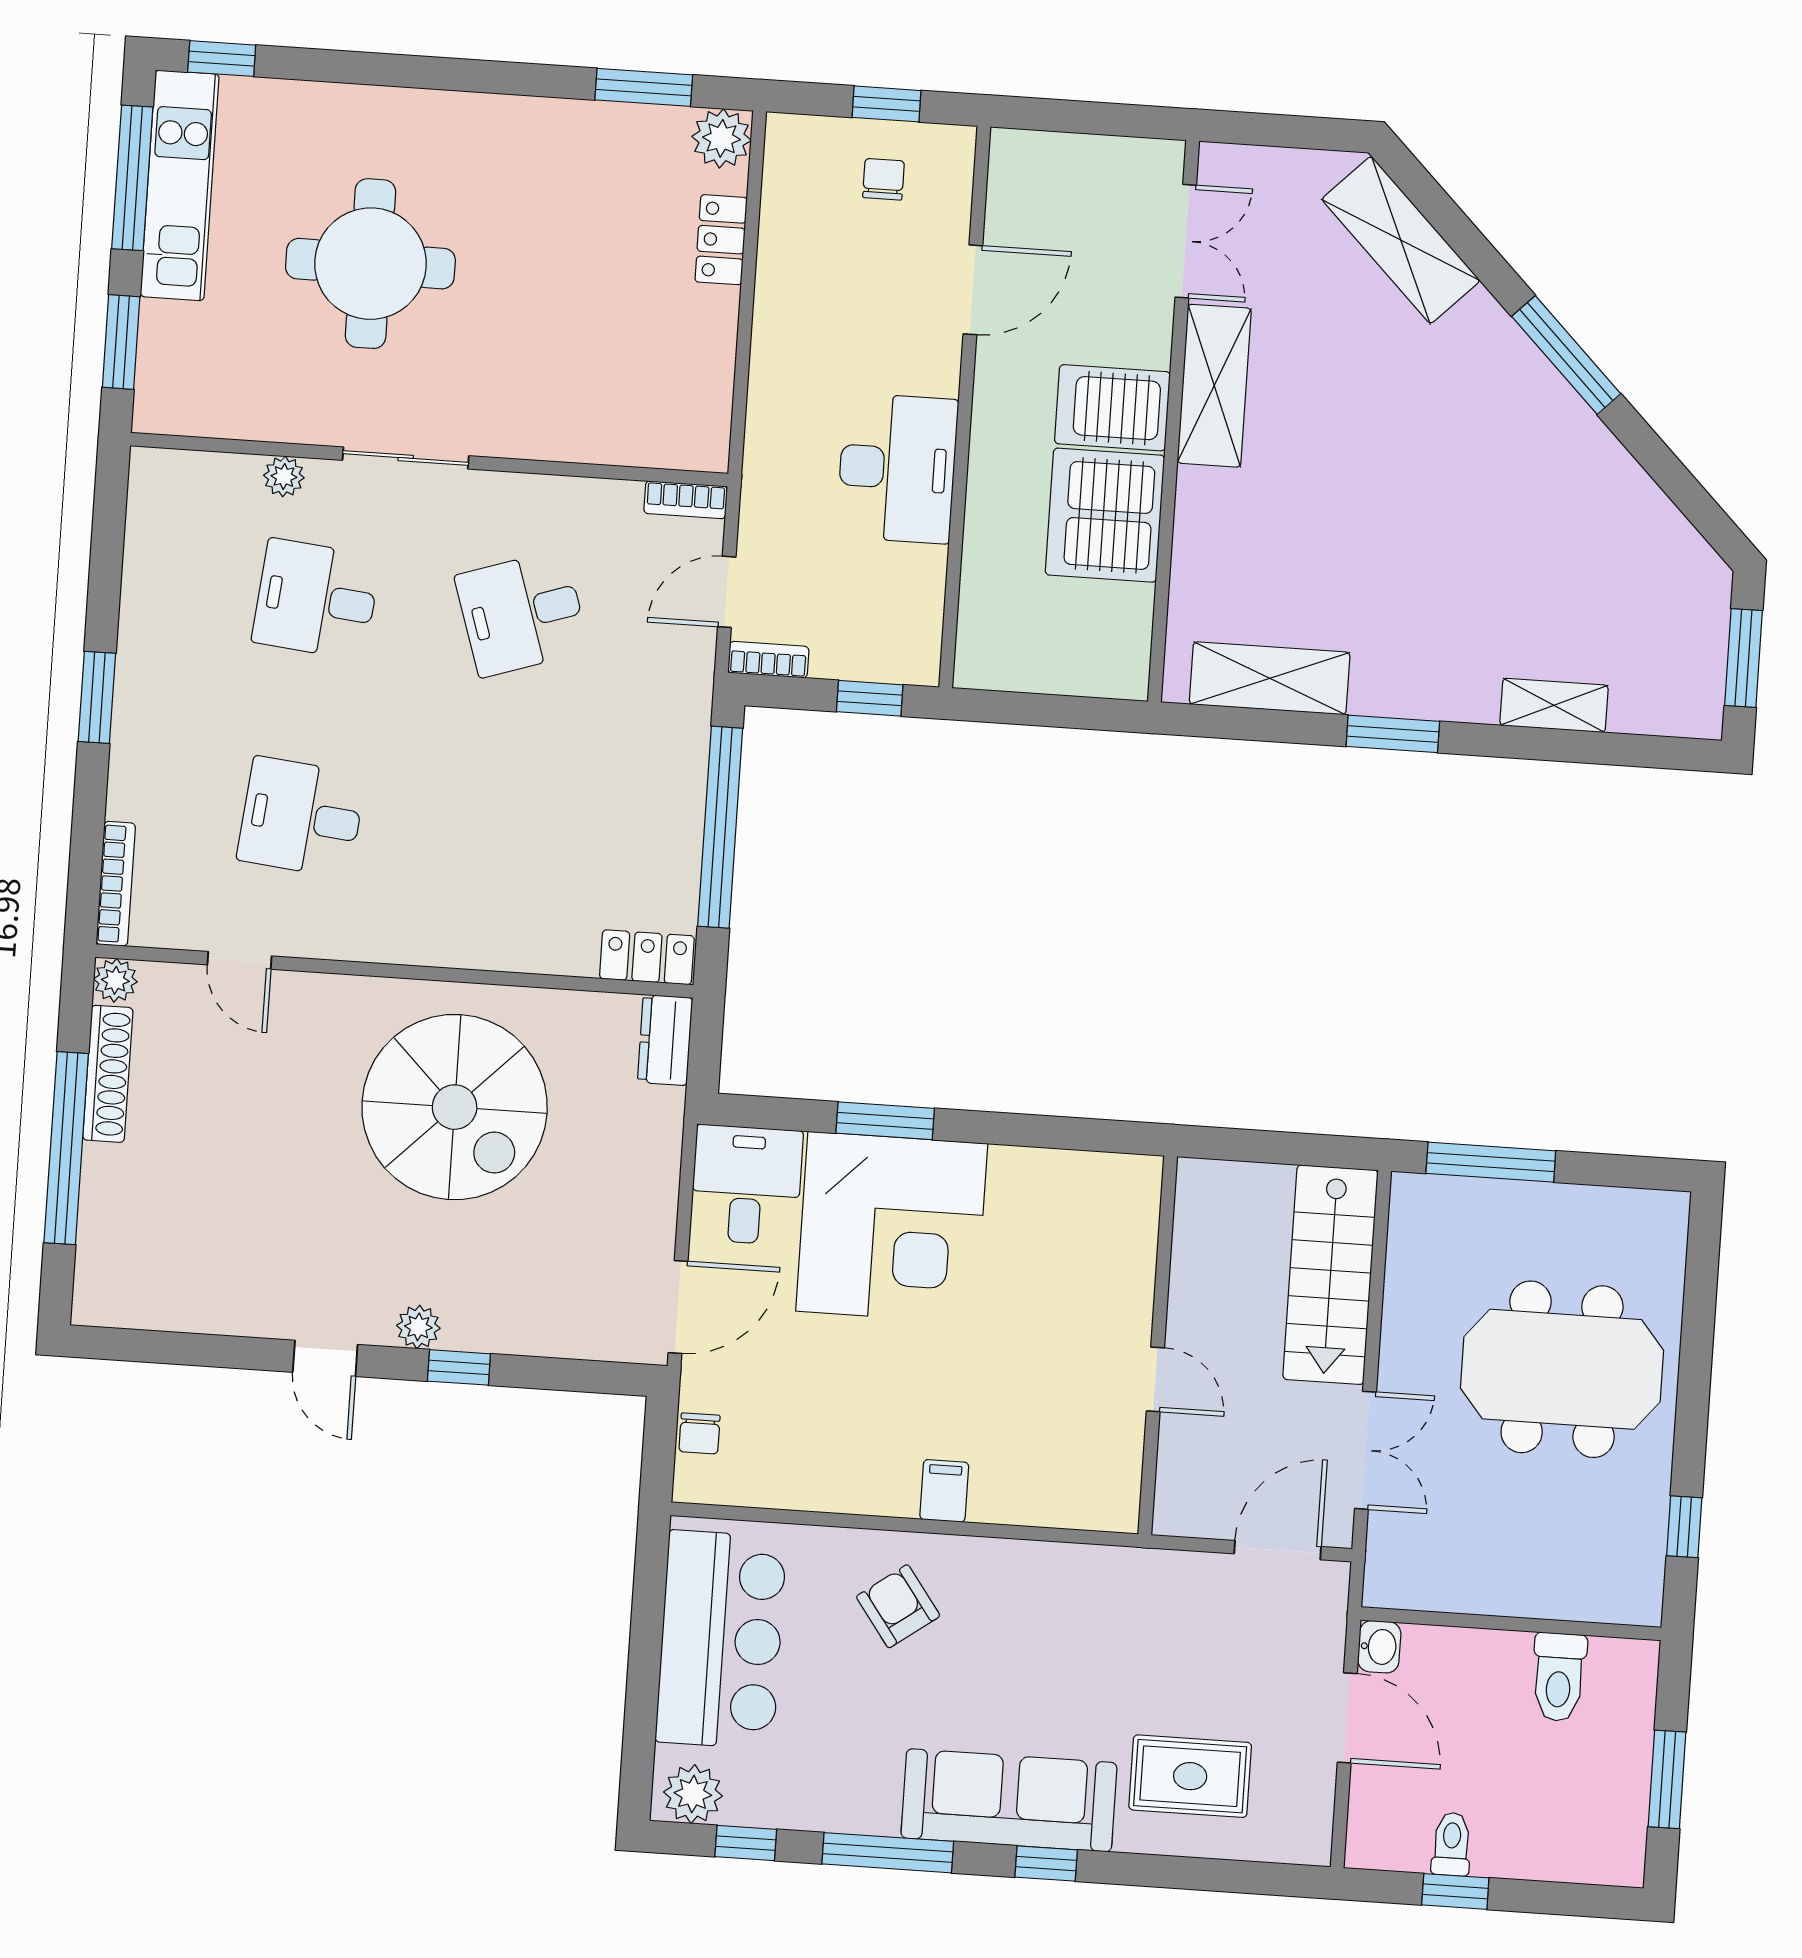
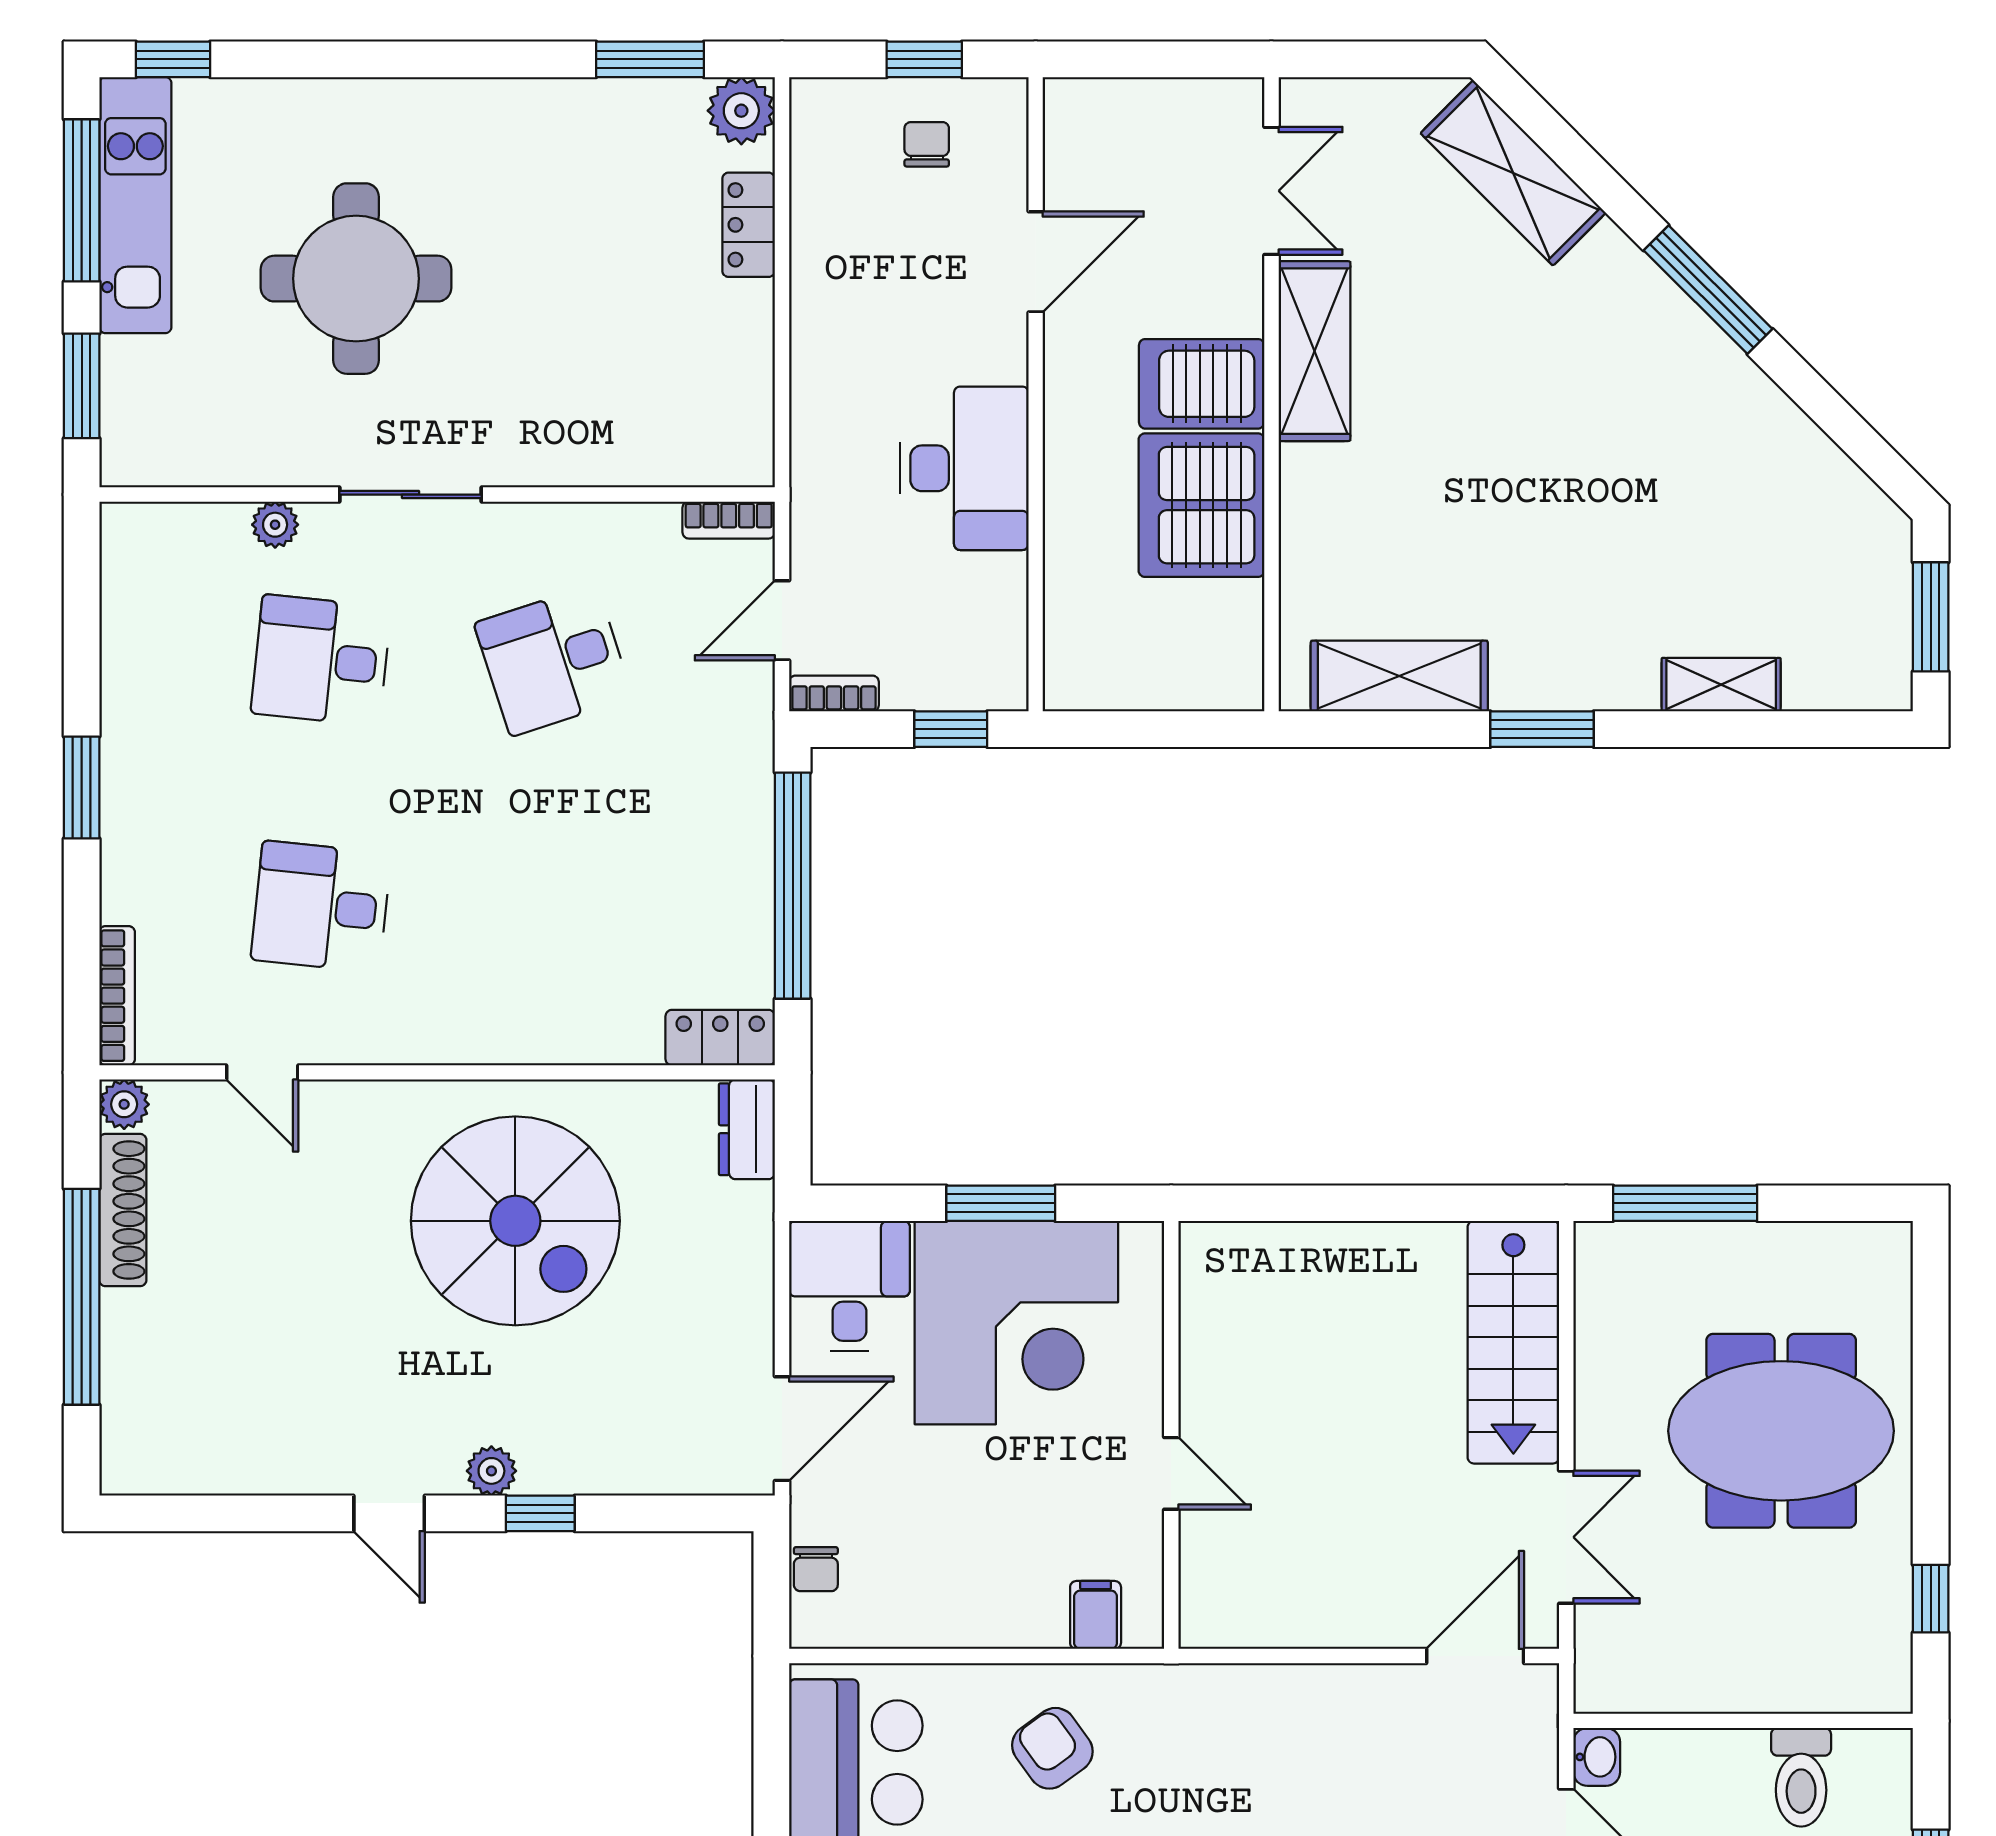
wall: (1158, 1345) -> (1171, 1435), moved
door: (1155, 1379) -> (1171, 1473), moved

